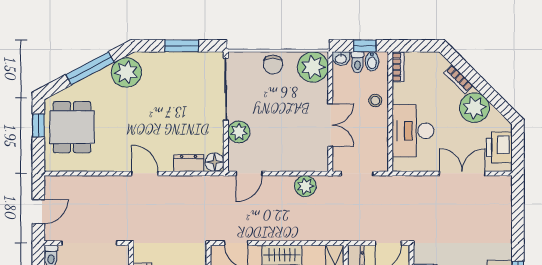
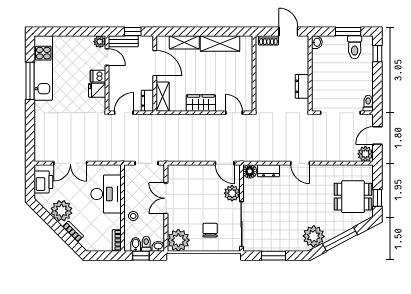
chair: (273, 65) -> (210, 230), moved
dining table: (72, 127) -> (353, 197), turned 90
door: (249, 173) -> (225, 163), swing flipped
plant: (305, 186) -> (365, 154), moved

